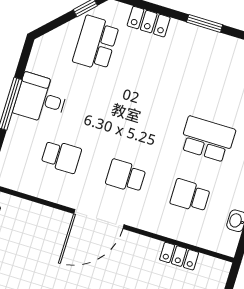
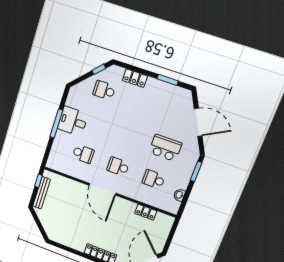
school desk: (96, 43) -> (104, 90), width x0.54
door: (99, 219) -> (102, 189), hinge flipped

